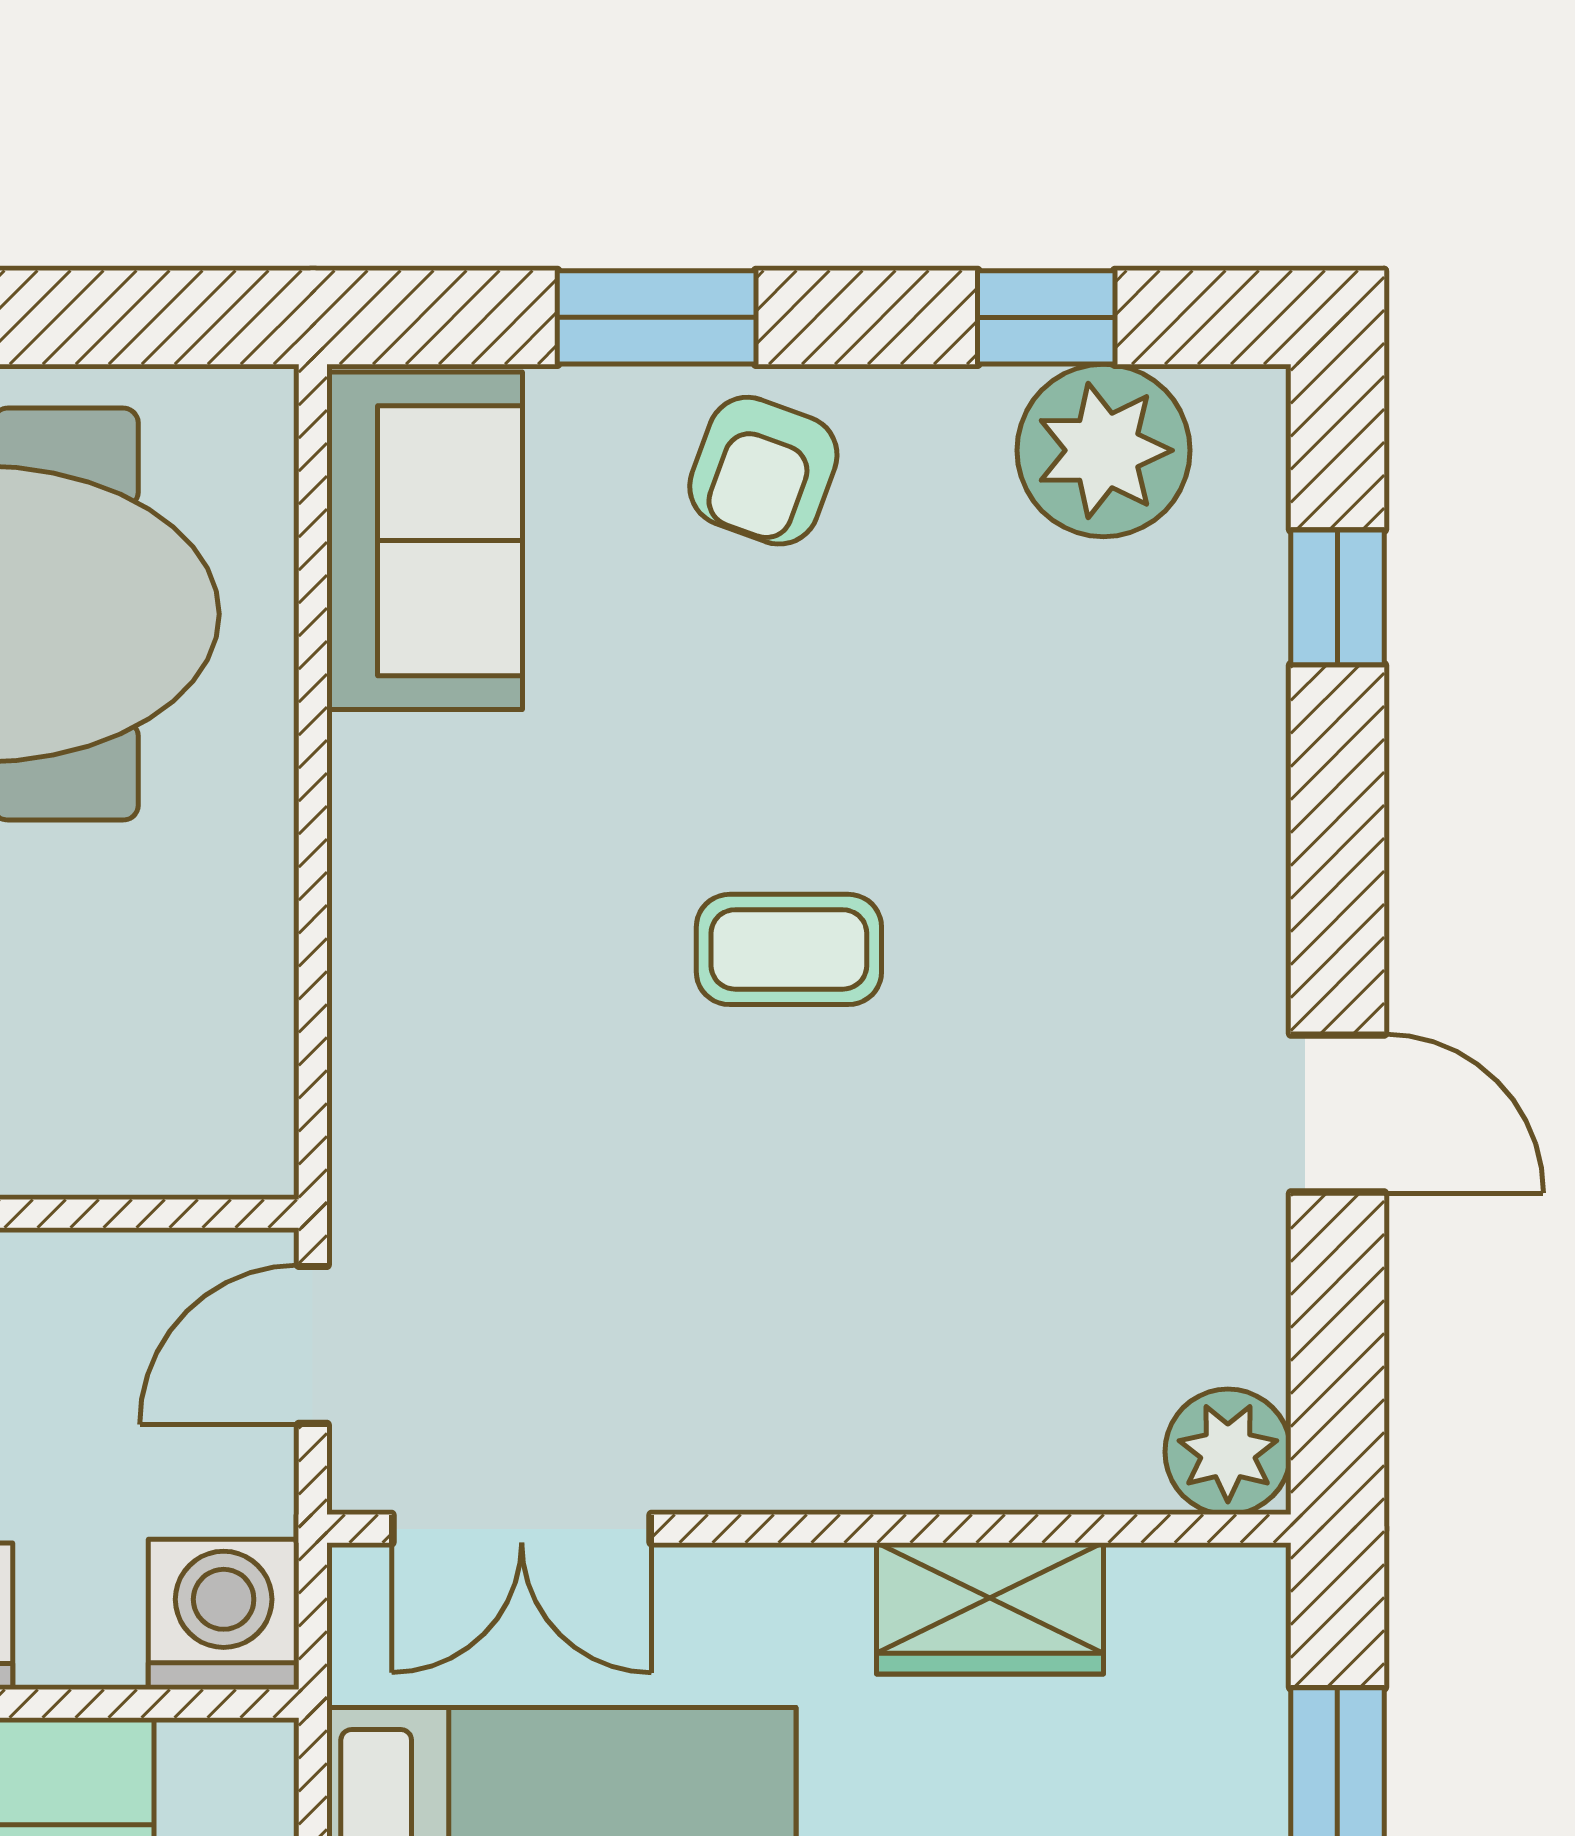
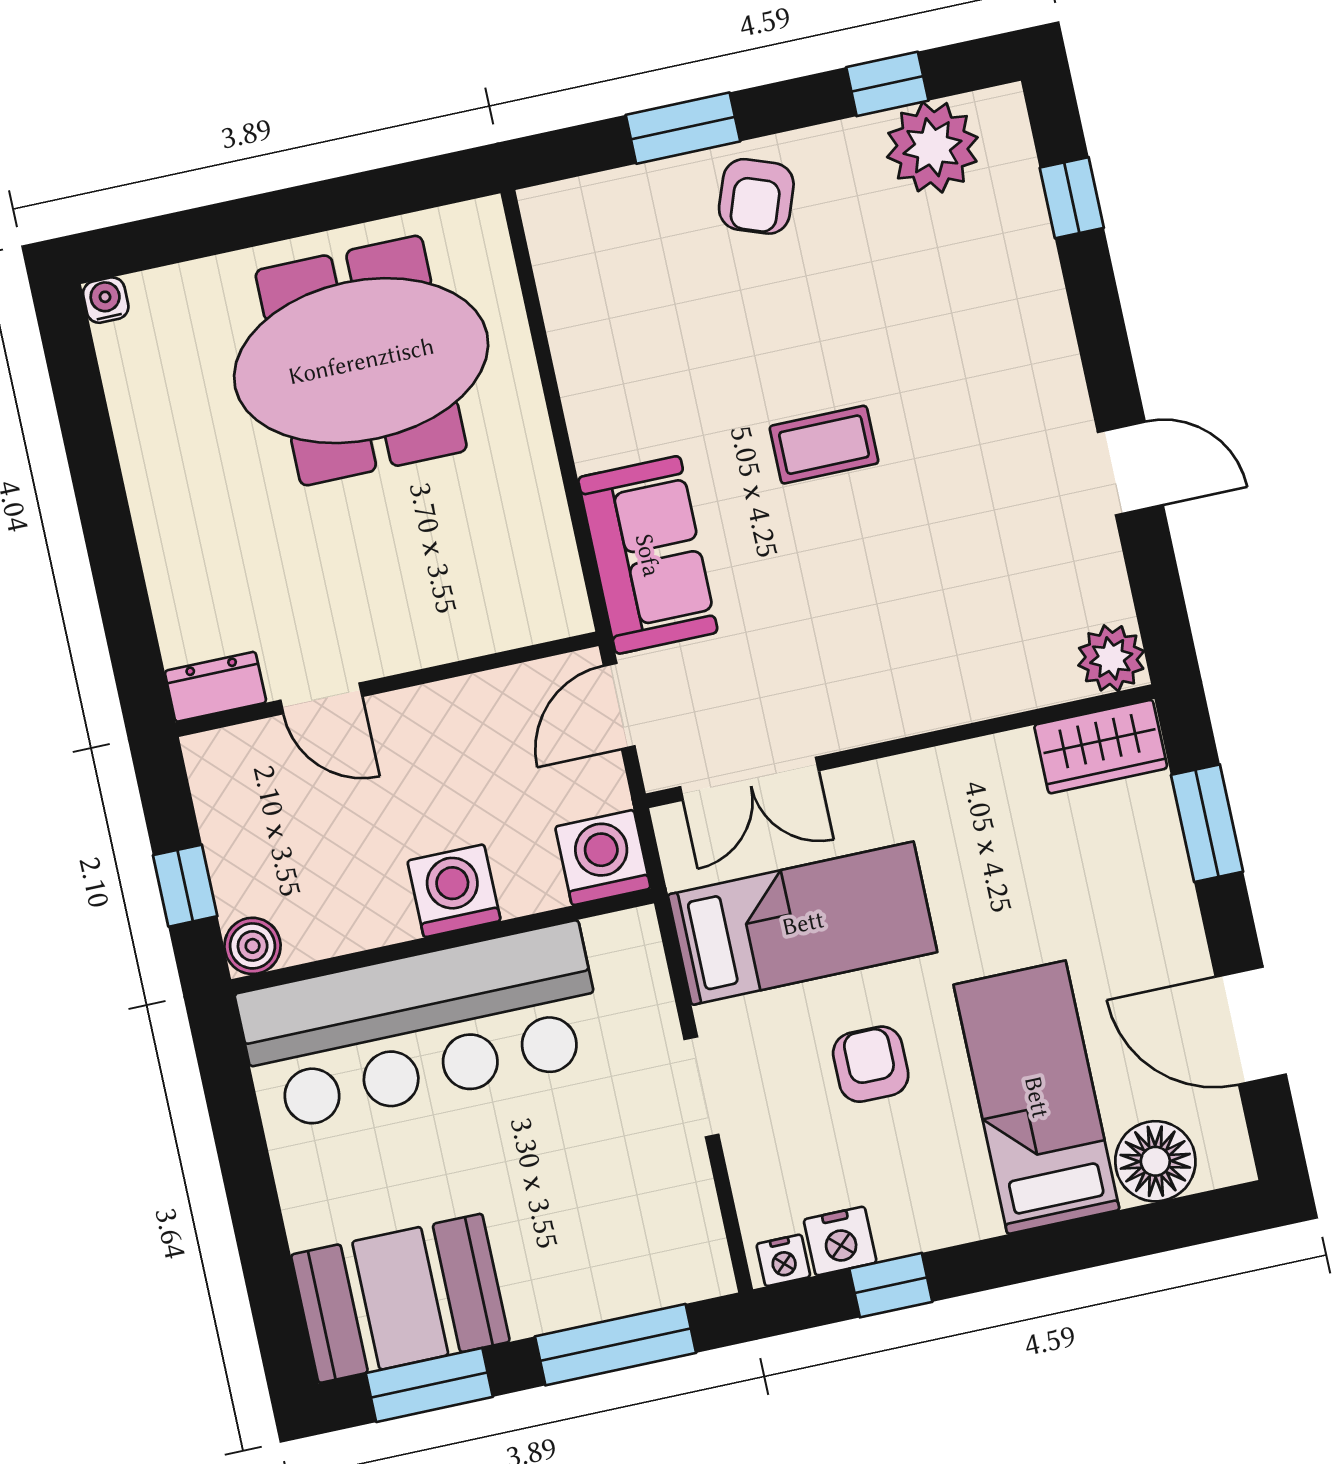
sofa: (425, 541) -> (648, 555), moved
wardrobe: (990, 1608) -> (1101, 747), moved

